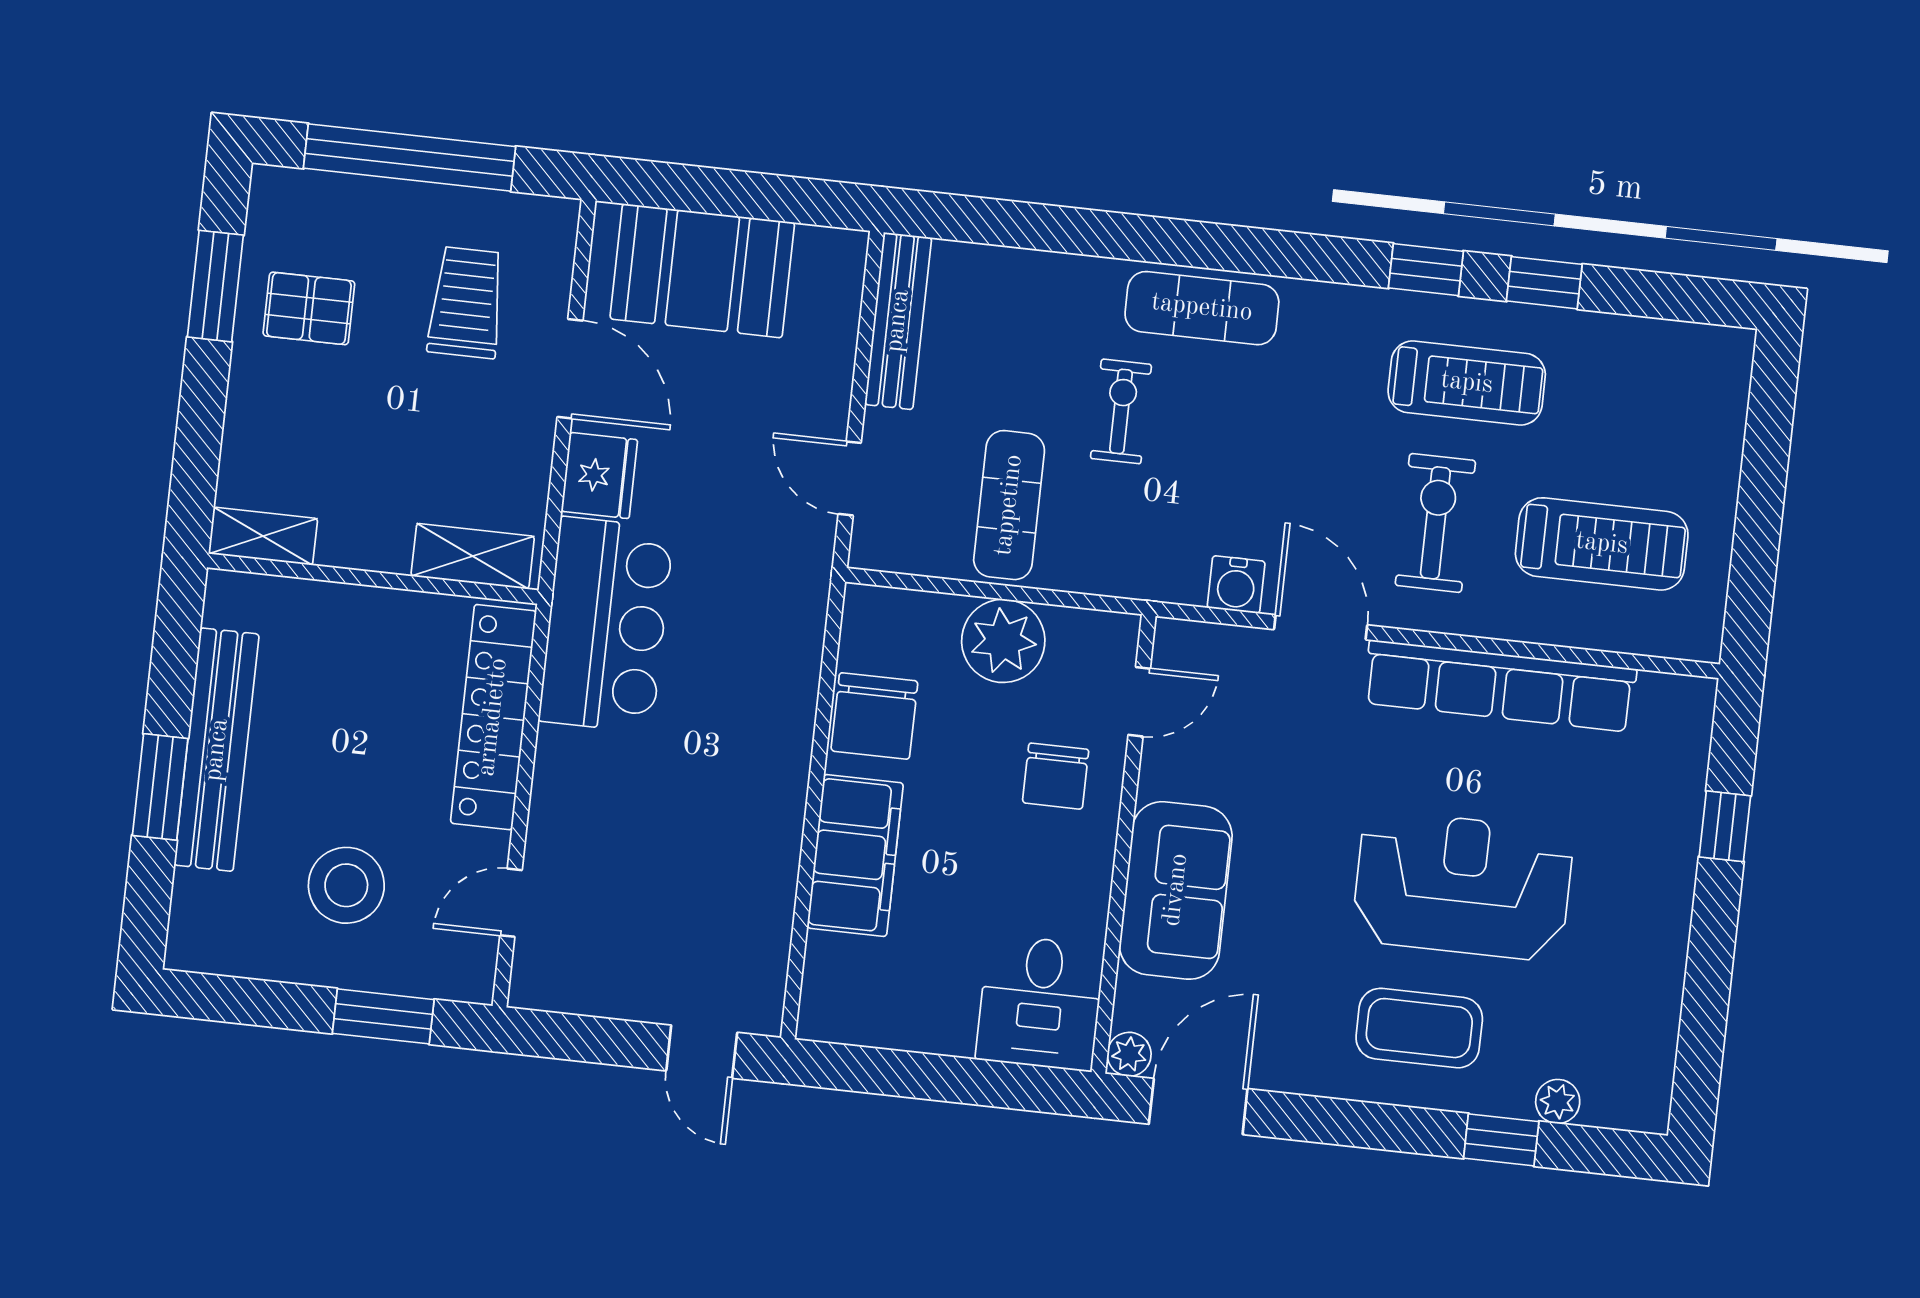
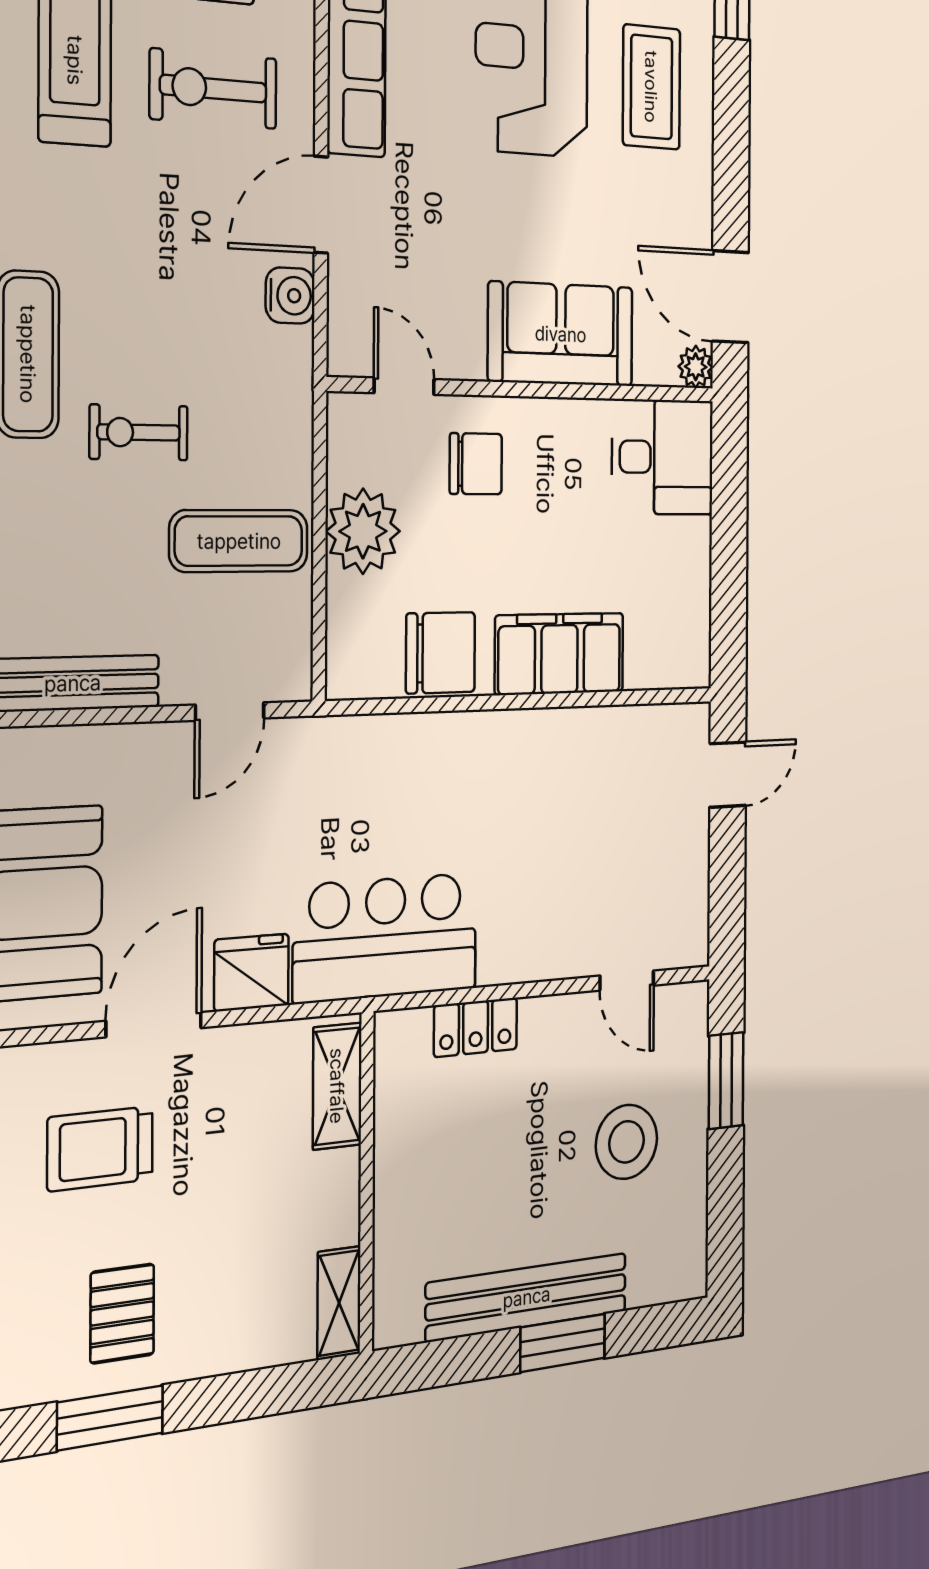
locker: (493, 717) -> (476, 1027), width x0.46, depth x0.83

